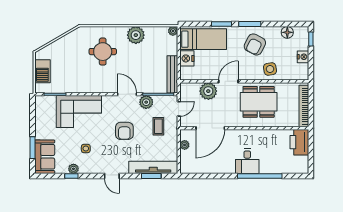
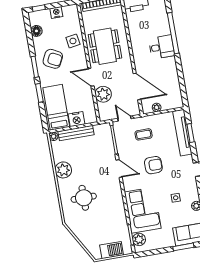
bench: (172, 74) -> (76, 133), moved
door: (127, 94) -> (119, 169), swing flipped
plant: (146, 102) -> (139, 239), moved

